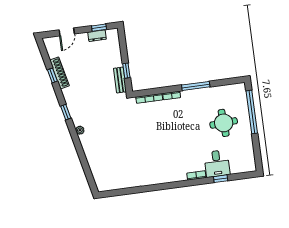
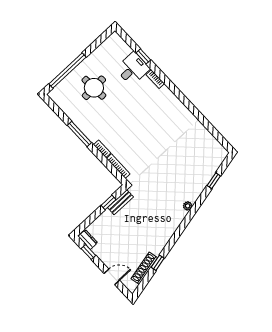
dresser: (97, 36) -> (88, 240), moved
shoe rack: (60, 73) -> (144, 268), moved
window: (66, 112) -> (214, 181), moved

